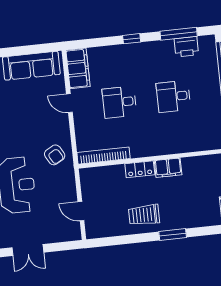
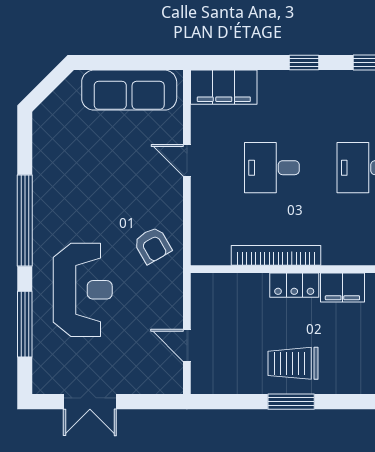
filing cabinet: (78, 68) -> (224, 87), moved, turned 90
bookcase: (103, 156) -> (276, 255), moved
window: (173, 235) -> (291, 402), moved

